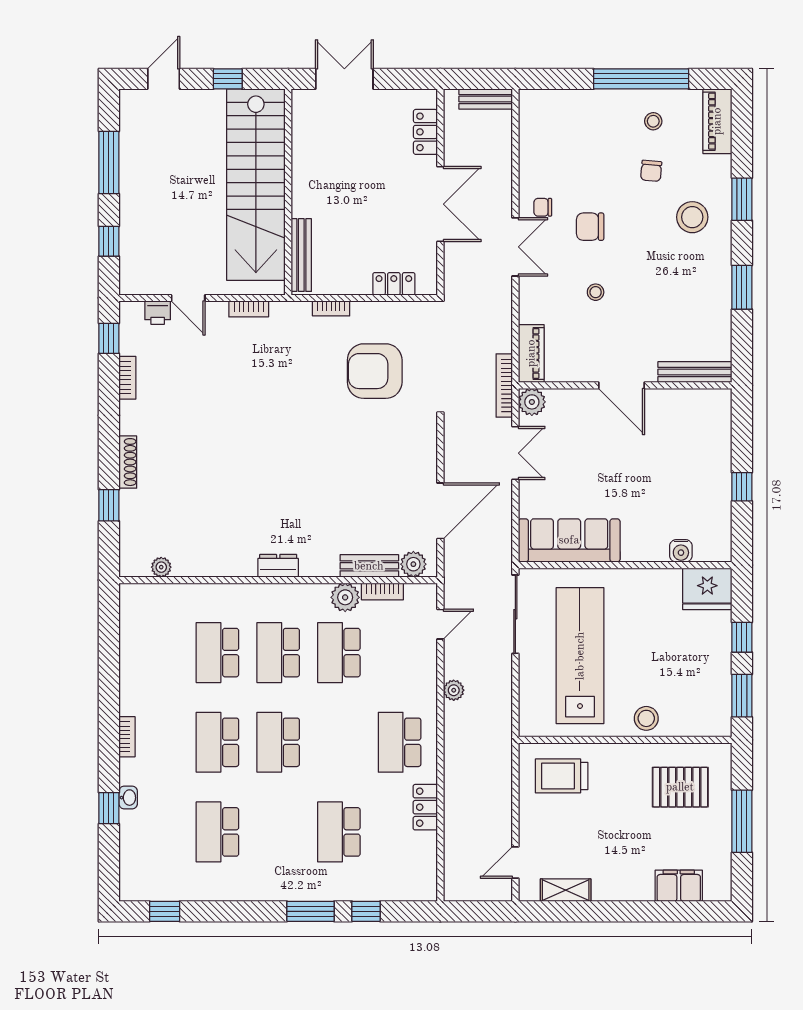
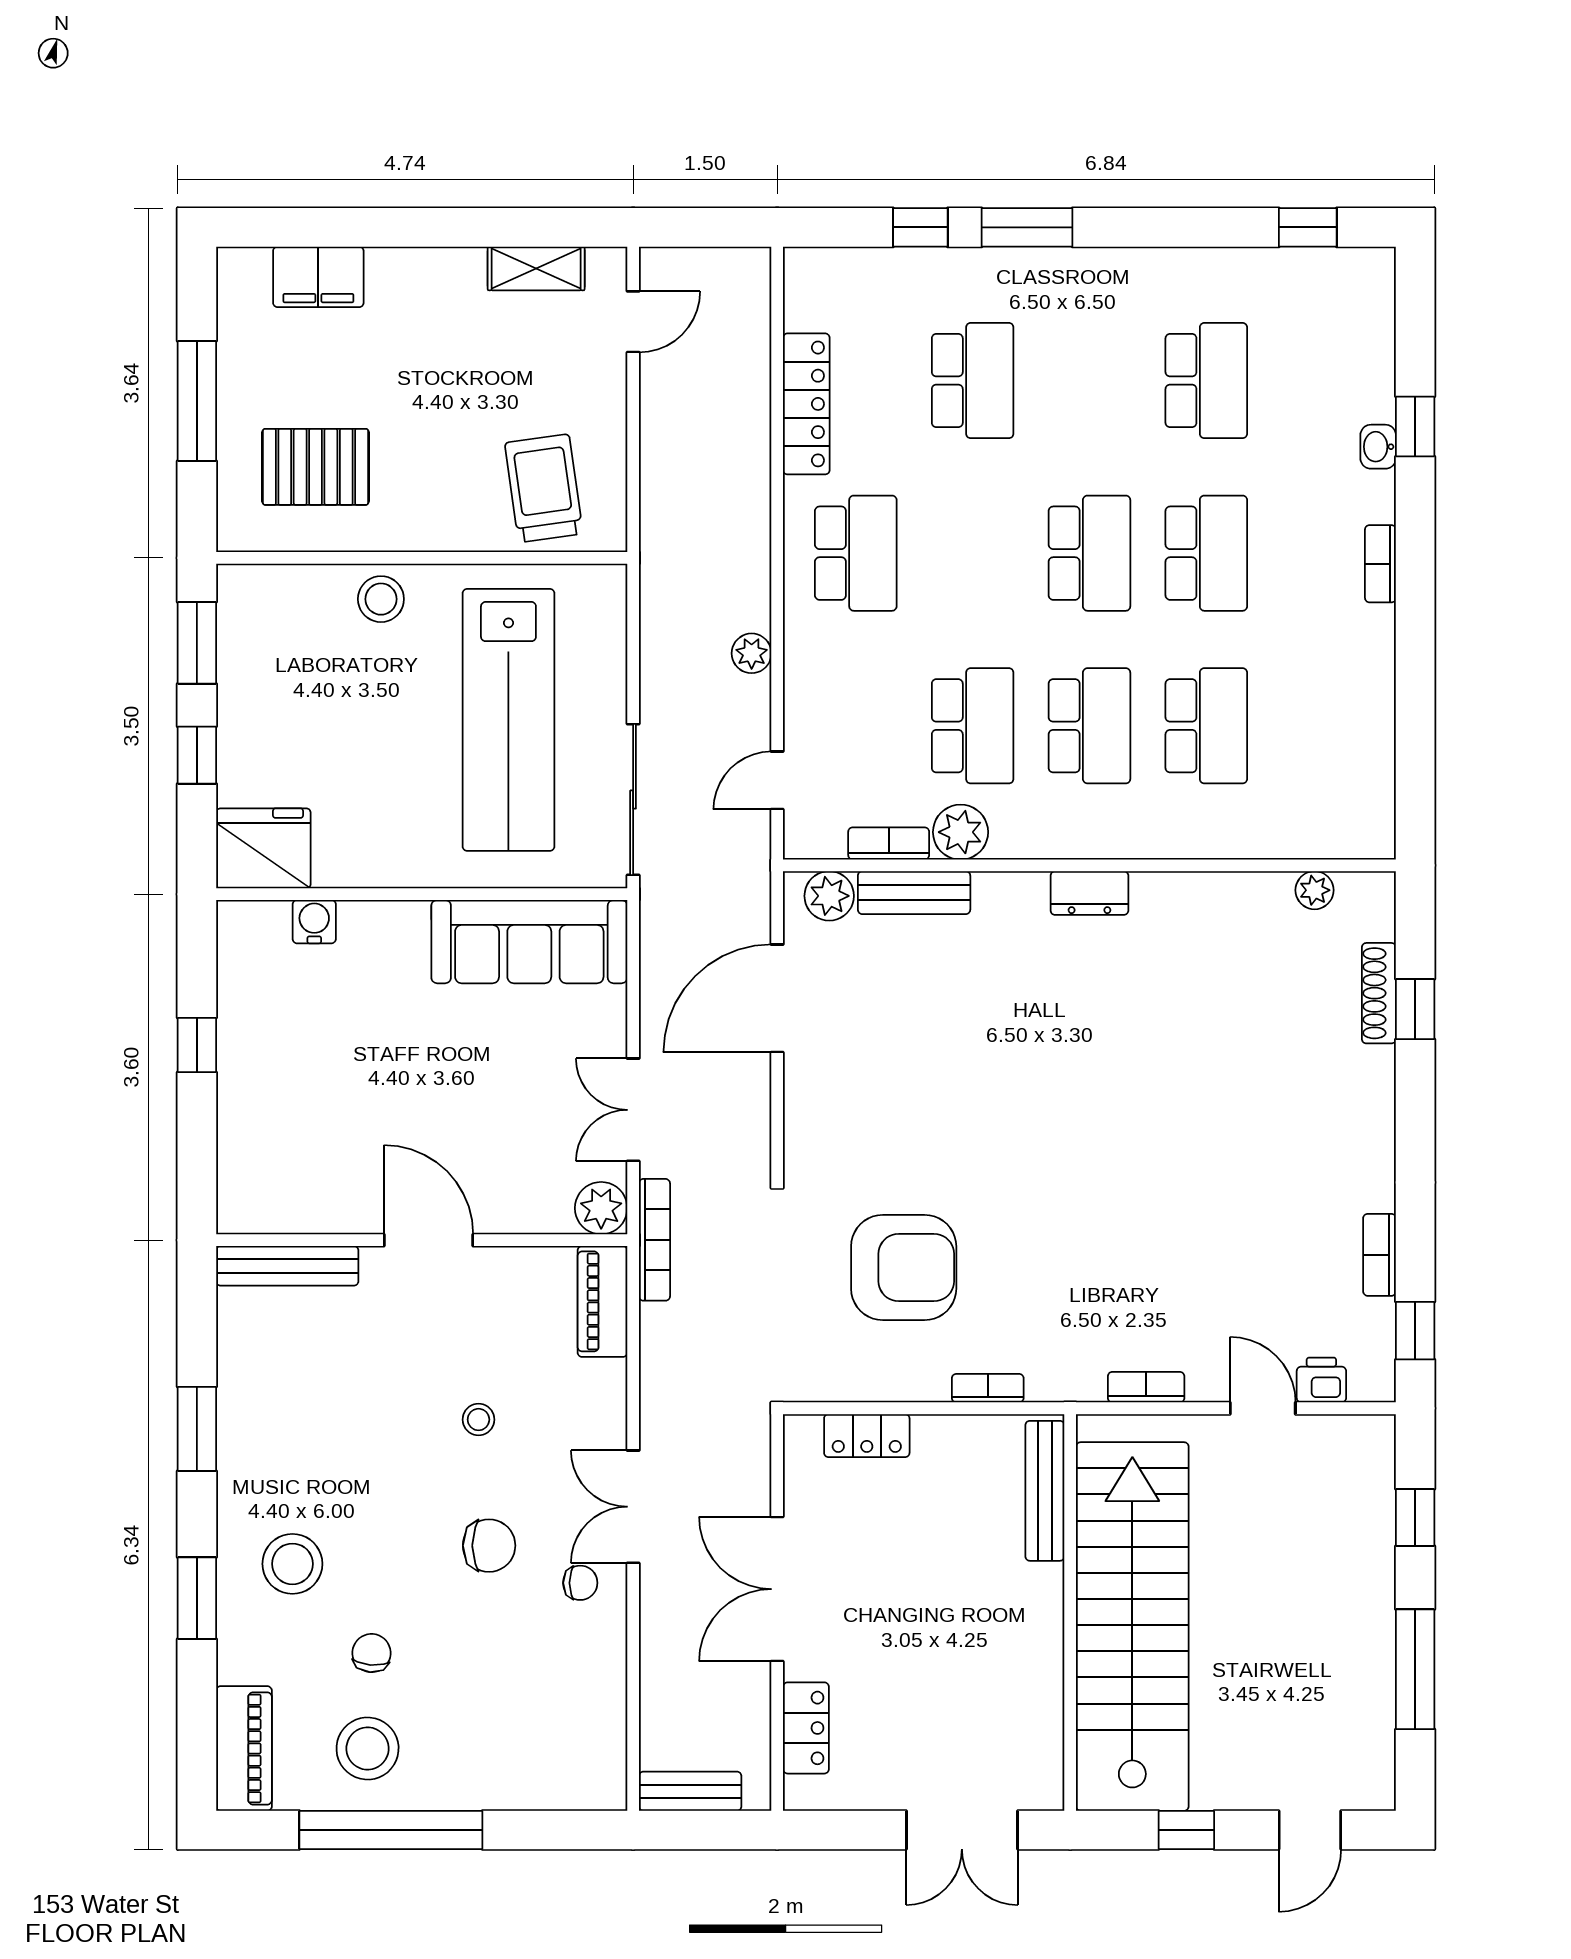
stool: (653, 121) -> (368, 1748), width x1.89, depth x1.89
shoe rack: (128, 462) -> (1379, 993), moved
trolley: (562, 776) -> (544, 488), turned -98
locker: (425, 807) -> (806, 404), width x1.53

